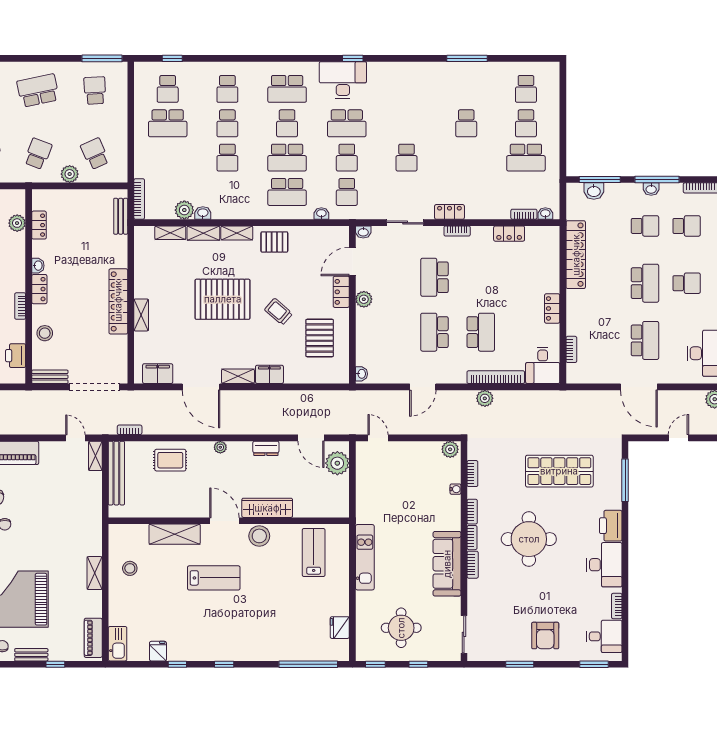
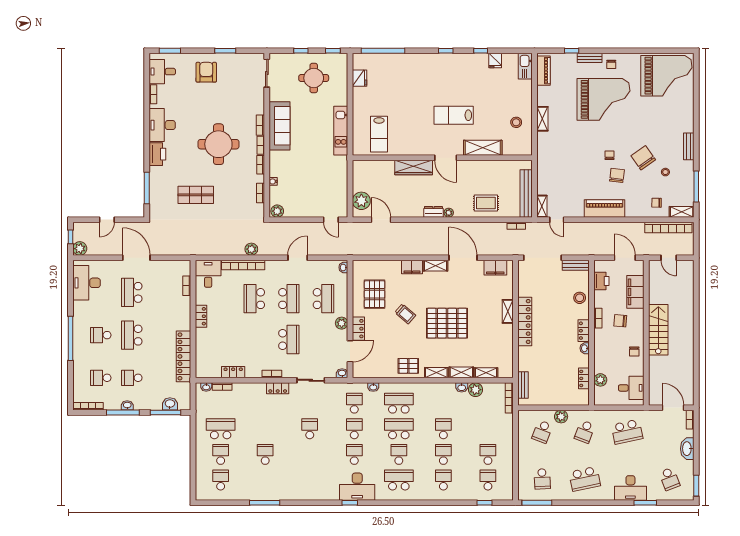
school desk: (168, 123) -> (488, 454), width x0.54
school desk: (347, 123) -> (354, 454), width x0.54
school desk: (95, 154) -> (542, 432), turned 45
school desk: (388, 332) -> (323, 299), added
dresser: (266, 448) -> (433, 212), moved
shop shelf: (559, 471) -> (196, 195), width x0.70, depth x0.74
stool: (259, 536) -> (420, 147), removed

